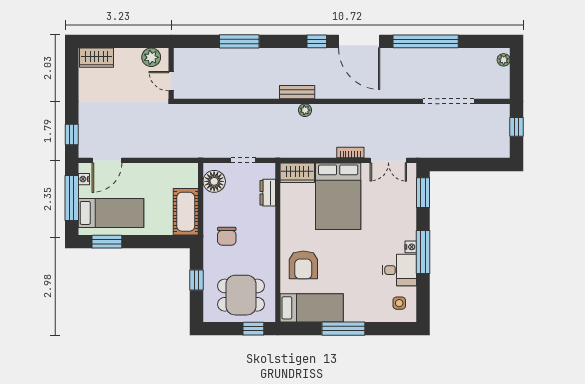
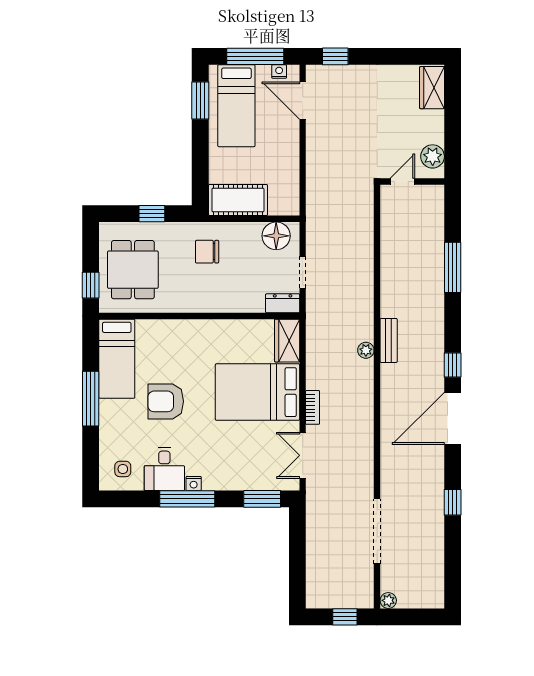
window: (426, 41) -> (453, 502), width x0.32
plant: (504, 60) -> (388, 600), moved
dresser: (268, 193) -> (283, 303), moved
armchair: (303, 265) -> (166, 401), moved

